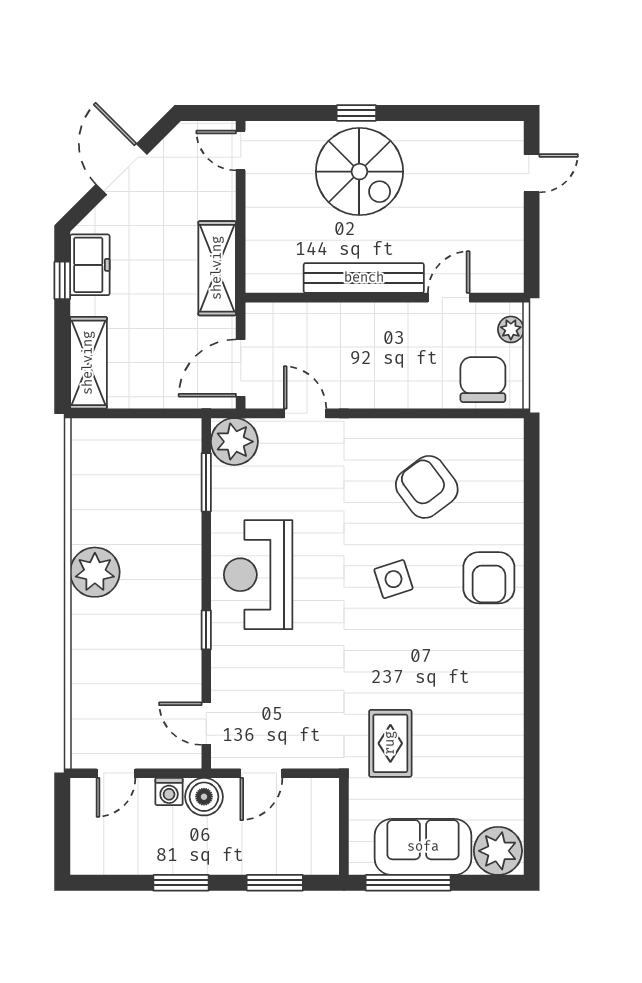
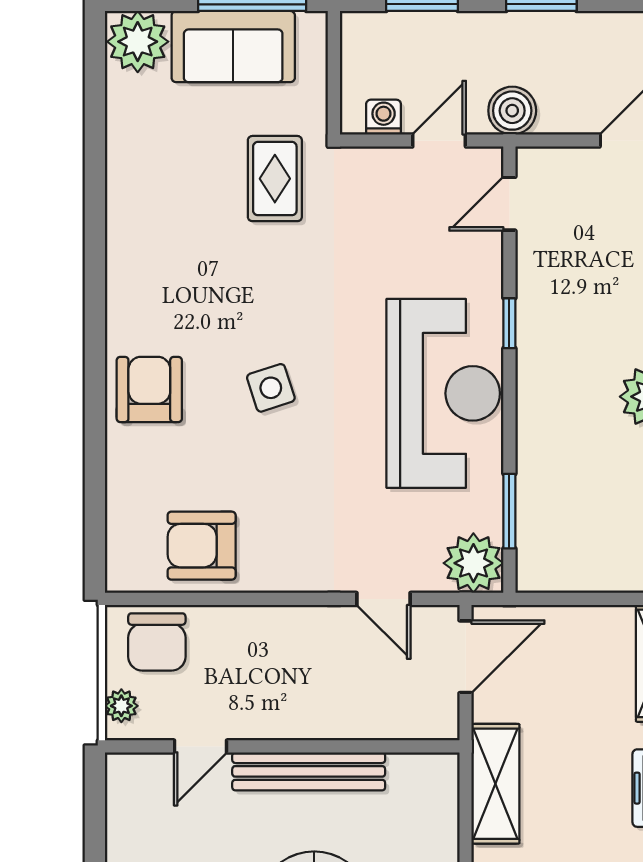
armchair: (427, 487) -> (202, 546), moved, turned 127
reception desk: (258, 575) -> (443, 393), width x1.36, depth x1.30
door: (206, 724) -> (509, 204), swing flipped
washing machine: (169, 792) -> (384, 117), moved

